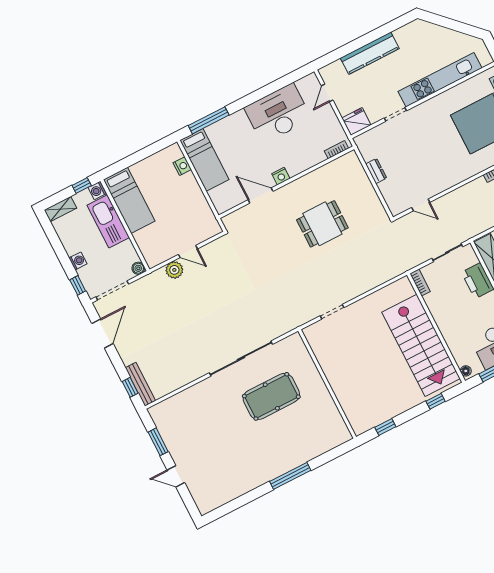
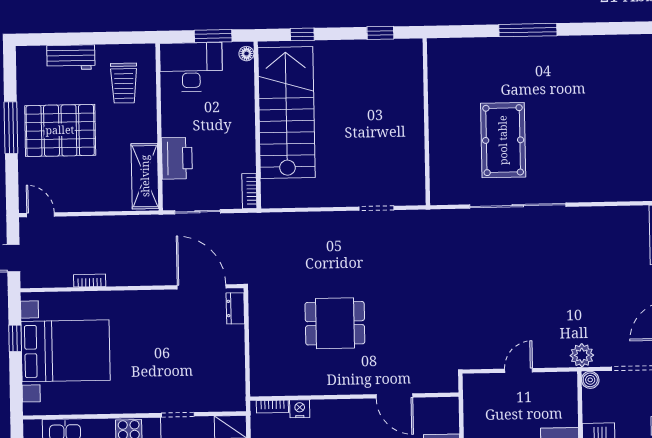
dresser: (376, 171) -> (235, 308), moved
nightstand: (281, 176) -> (300, 409), moved
door: (421, 205) -> (202, 287), width x1.88
door: (188, 252) -> (519, 370), hinge flipped
plant: (174, 270) -> (582, 355), moved
pool table: (271, 396) -> (503, 140), turned 90

